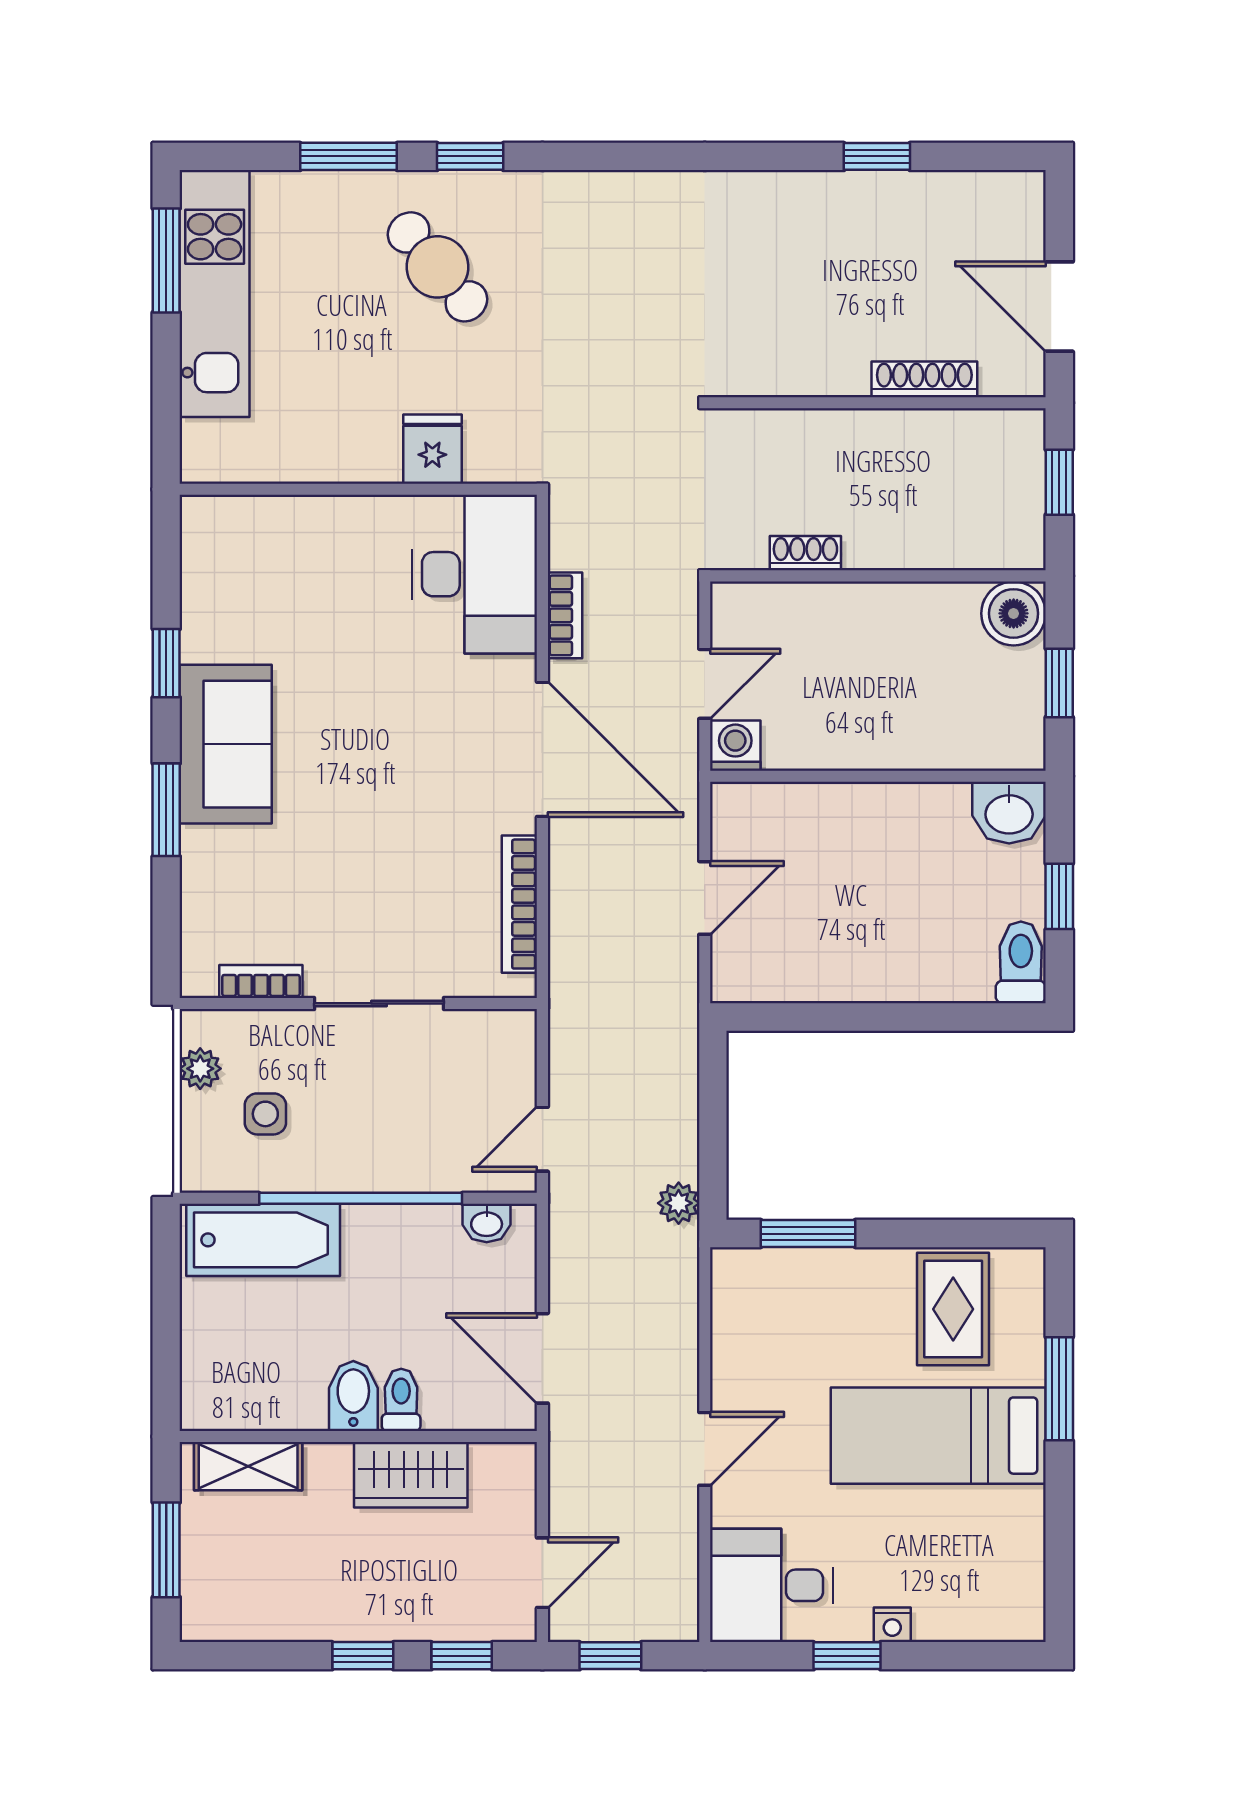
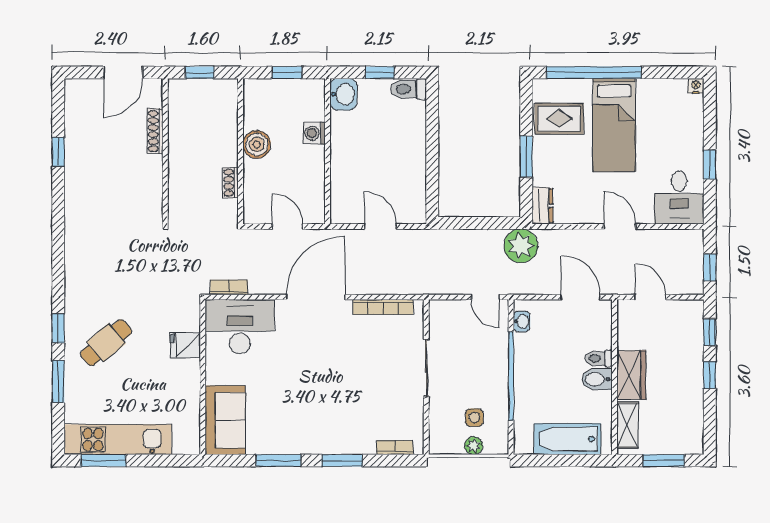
boiler: (1014, 613) -> (257, 144), moved
bookcase: (565, 615) -> (229, 287), moved
window: (166, 663) -> (278, 461), width x1.50
sofa: (226, 744) -> (225, 420), moved, turned 90
washing machine: (735, 746) -> (314, 133), moved
bookcase: (261, 981) -> (395, 447), moved, turned 90
plant: (200, 1069) -> (474, 446), moved
plant: (679, 1203) -> (521, 246), width x1.88, depth x1.88
window: (808, 1234) -> (526, 157), moved
bathtub: (263, 1240) -> (567, 439), moved, turned -90
dresser: (753, 1271) -> (543, 206), added
door: (542, 1358) -> (580, 297), swing flipped
window: (1059, 1389) -> (594, 72), width x2.11
wardrobe: (411, 1475) -> (631, 375), moved
door: (542, 1573) -> (650, 297), moved
nightstand: (892, 1625) -> (696, 86), moved, turned -90

